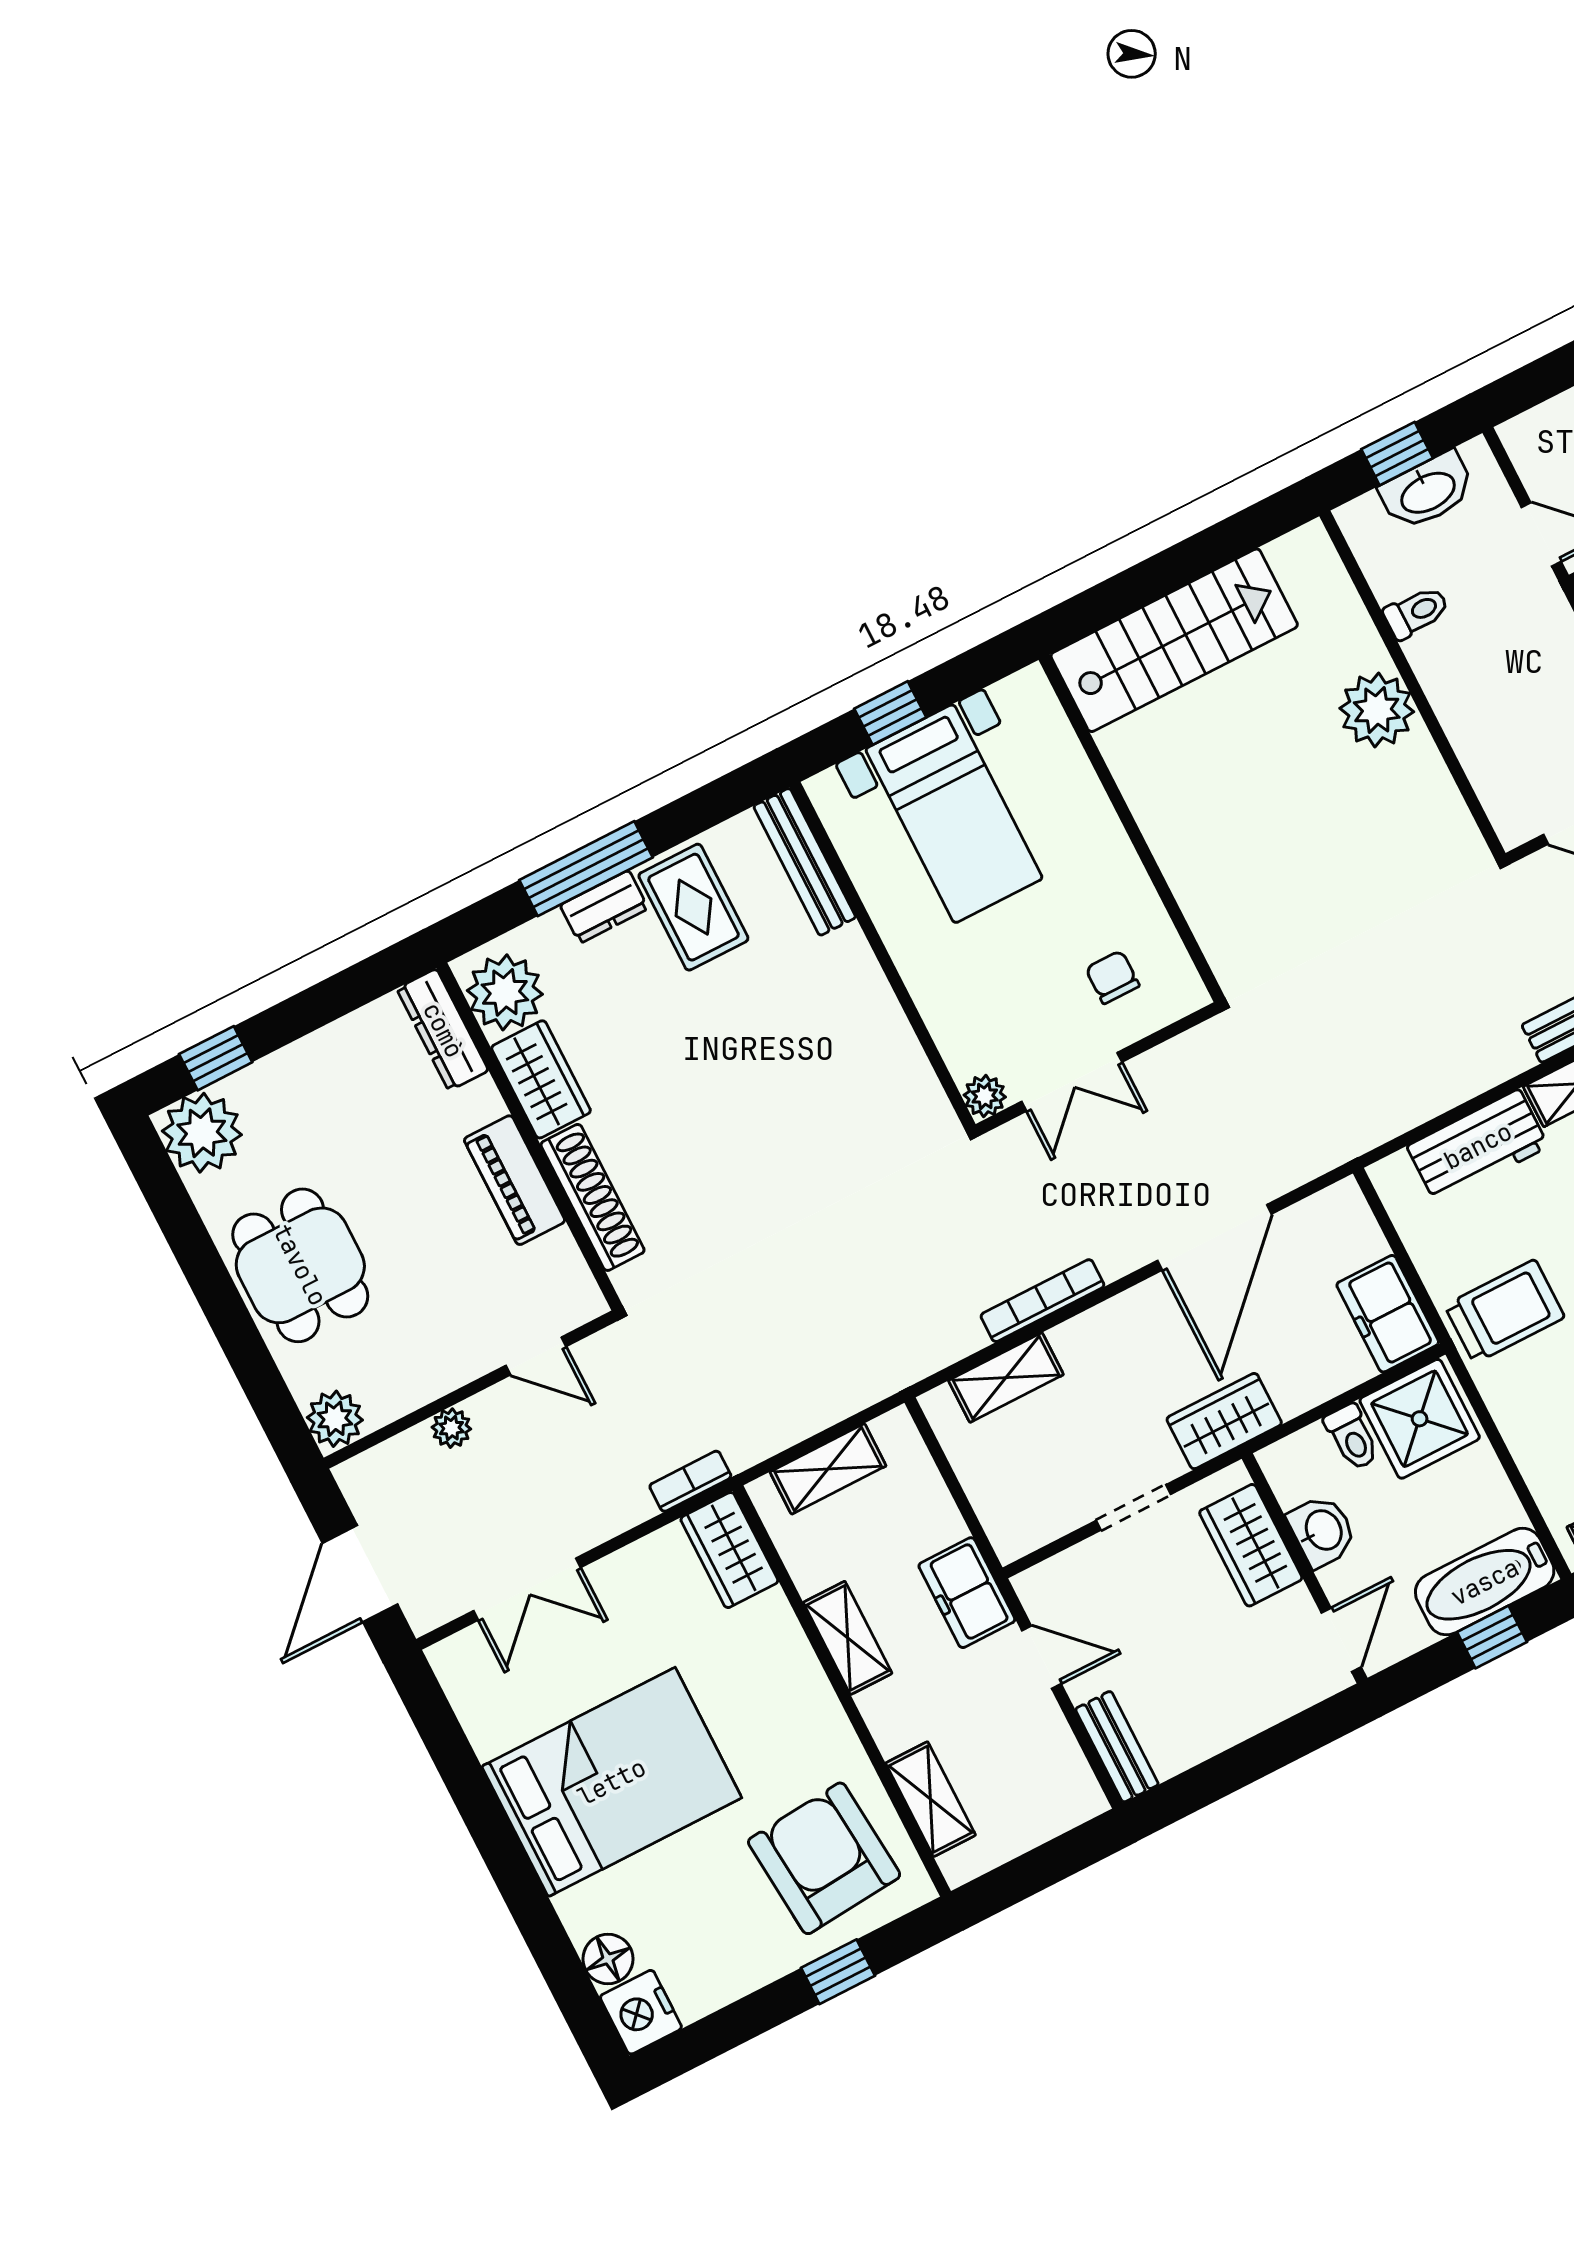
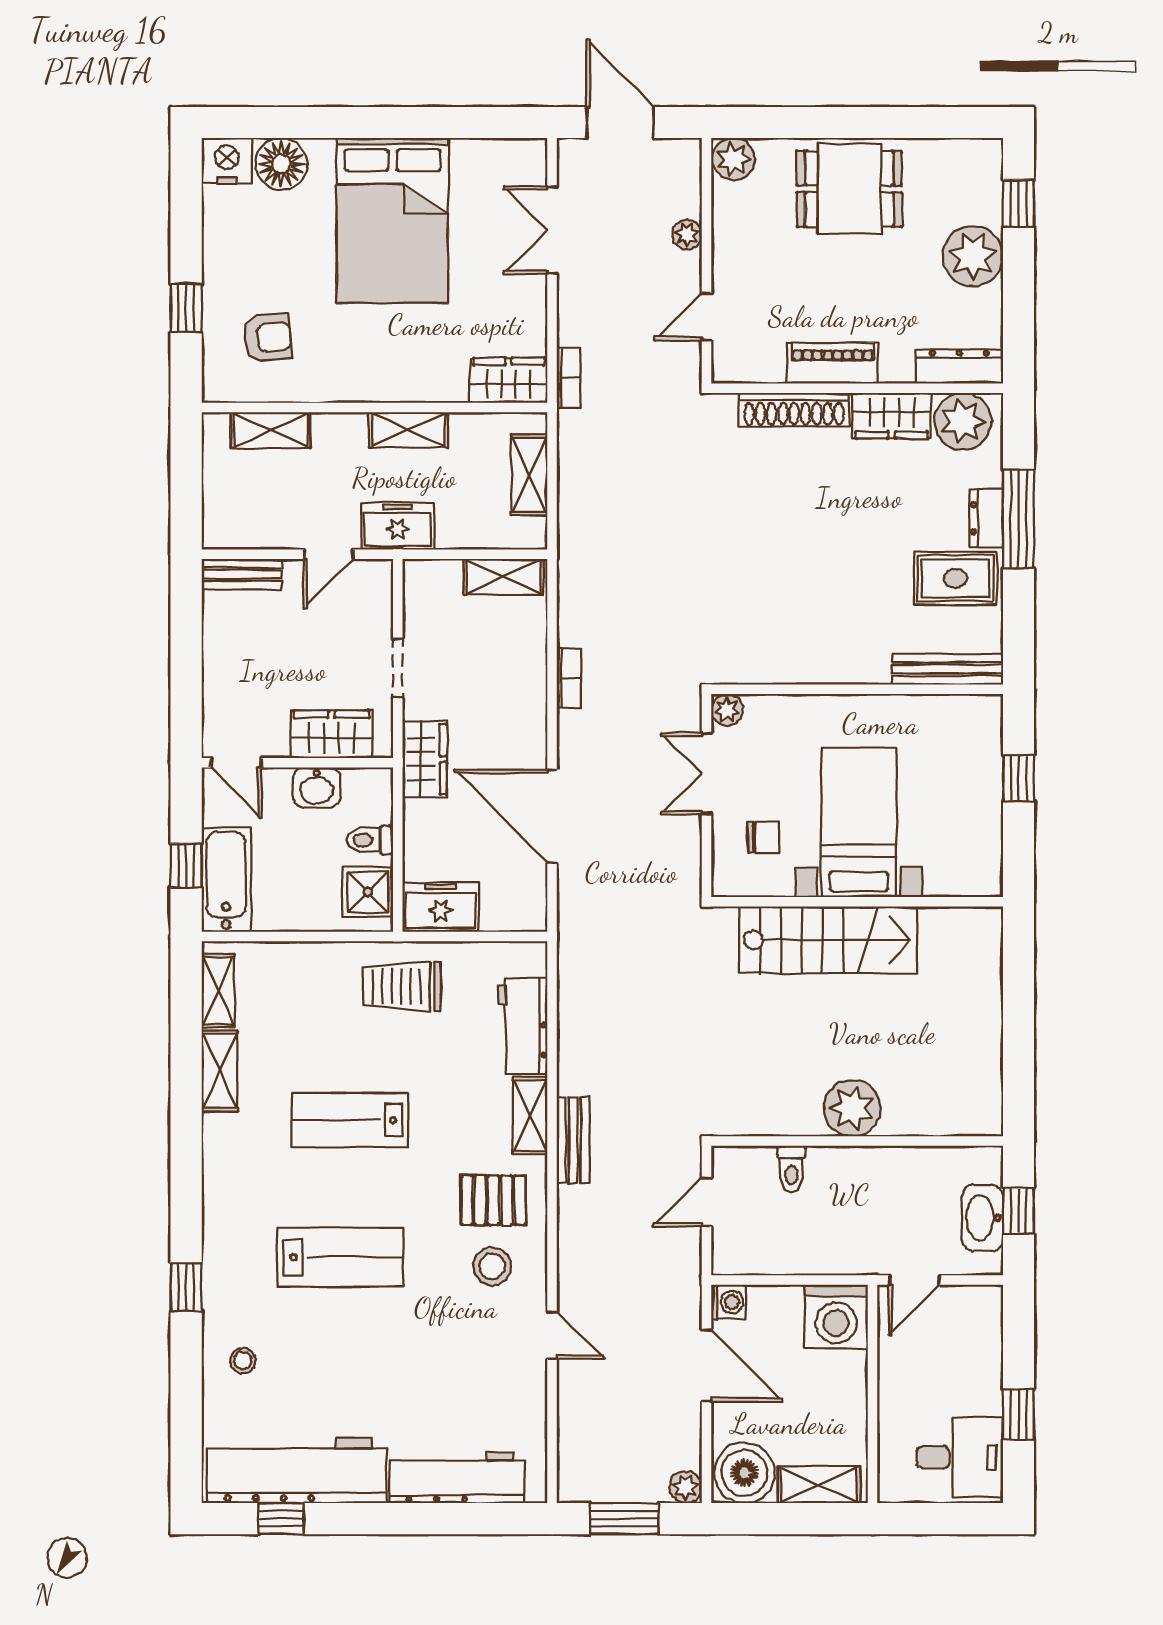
toilet: (1416, 612) -> (791, 1169), moved
stairs: (1174, 640) -> (828, 940), moved, turned -90
bed with nightstands: (954, 814) -> (859, 822), moved, turned 90
plant: (202, 1133) -> (973, 256), moved
bookcase: (1042, 1301) -> (569, 678), width x0.64
trolley: (1505, 1311) -> (402, 987), turned 90
shelving: (1006, 1378) -> (503, 577), moved, turned 90
shower: (1420, 1419) -> (368, 892), width x0.73, depth x0.73
armchair: (824, 1858) -> (268, 338), width x0.53, depth x0.53
floor lamp: (608, 1959) -> (281, 164), width x1.38, depth x1.38

